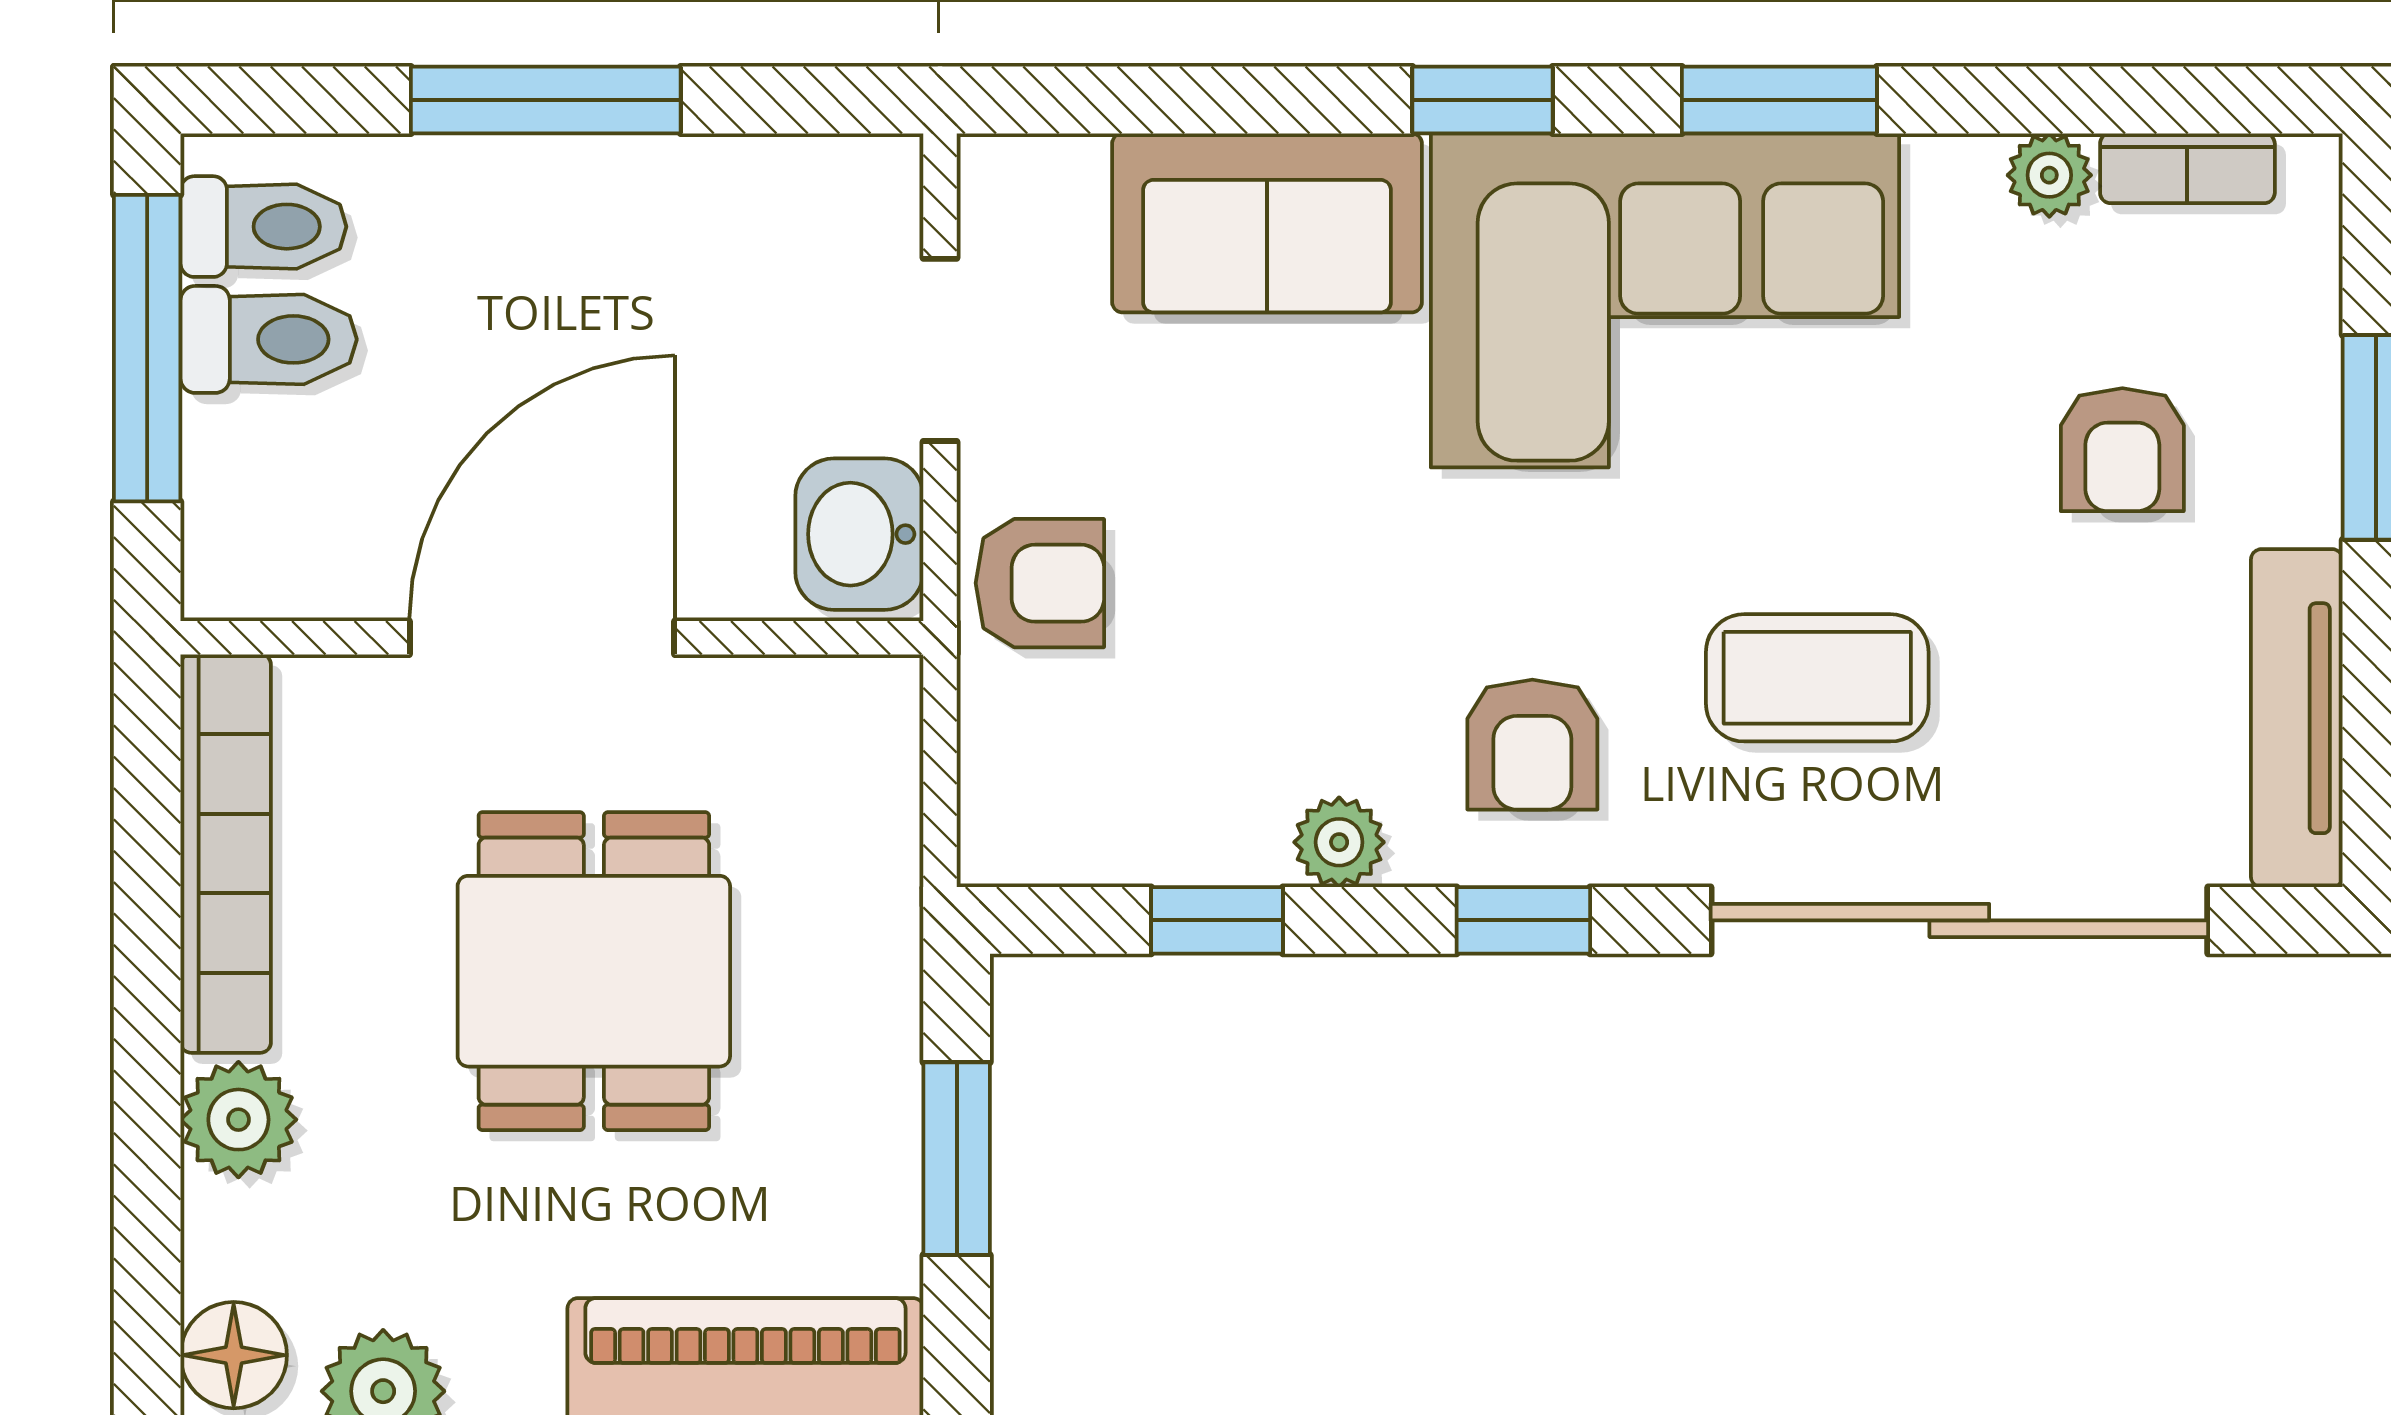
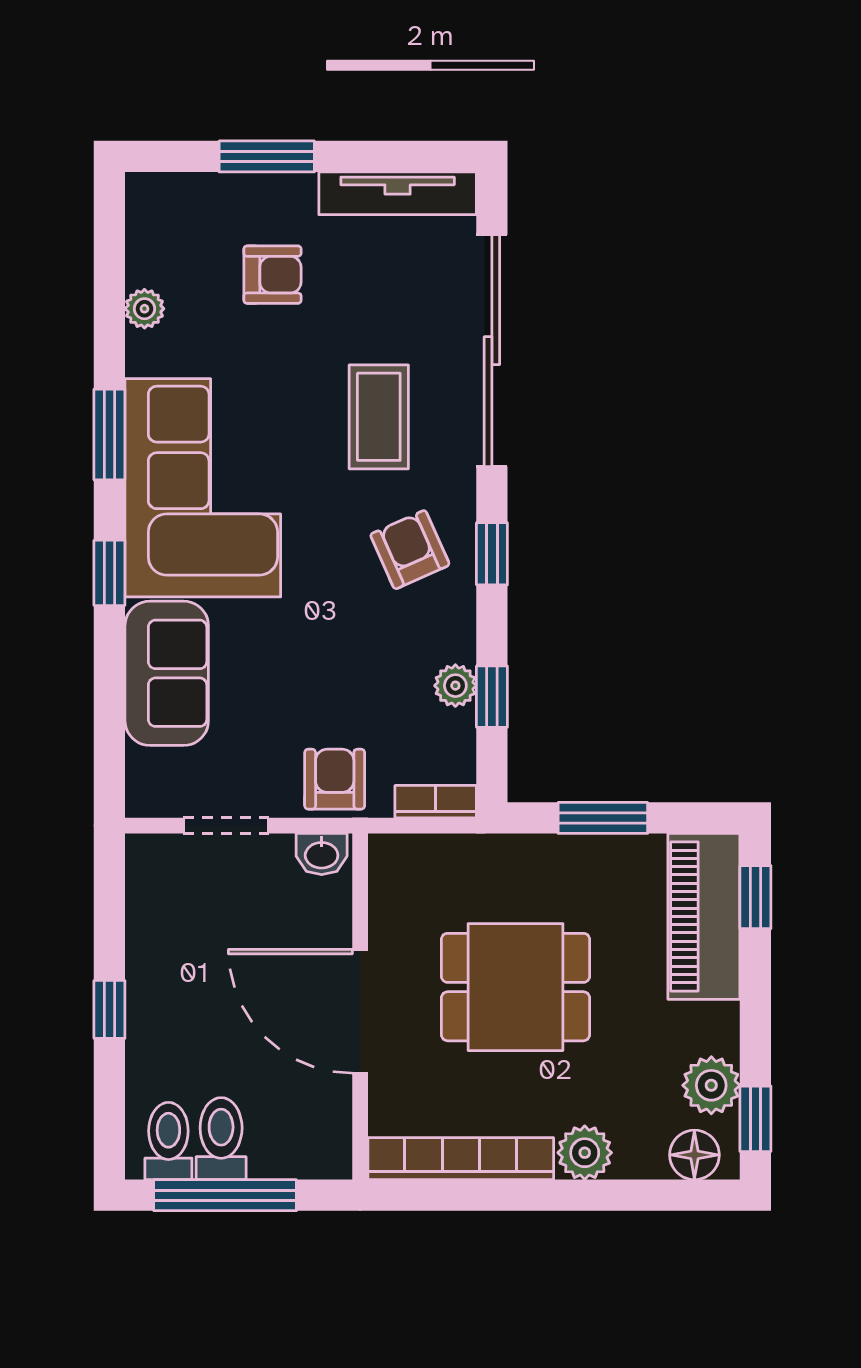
window: (546, 100) -> (109, 1009), width x0.46
bookcase: (2187, 168) -> (436, 802), moved, turned -90
washbasin: (859, 534) -> (322, 854), width x0.72, depth x0.69
armchair: (1532, 745) -> (410, 550), turned -114
plant: (1339, 842) -> (455, 686), moved

